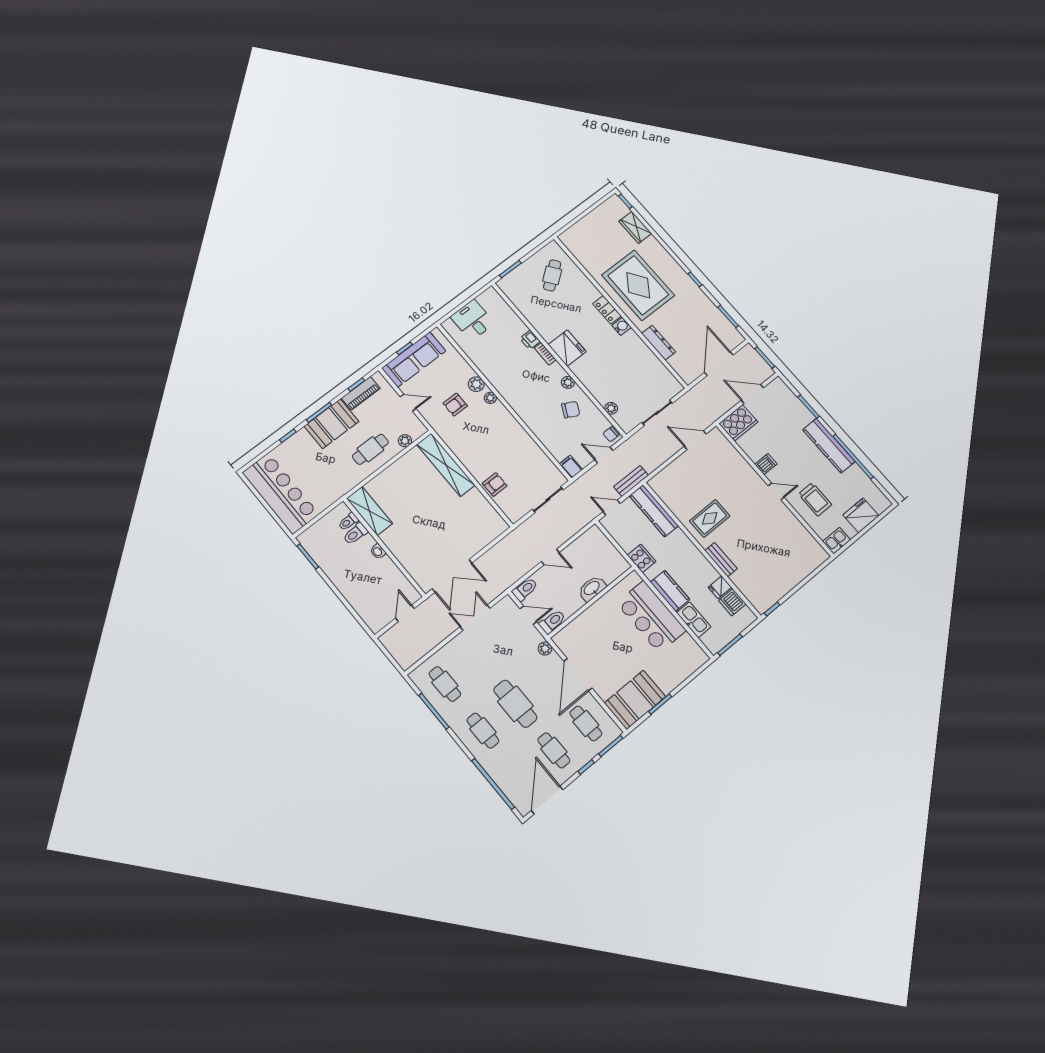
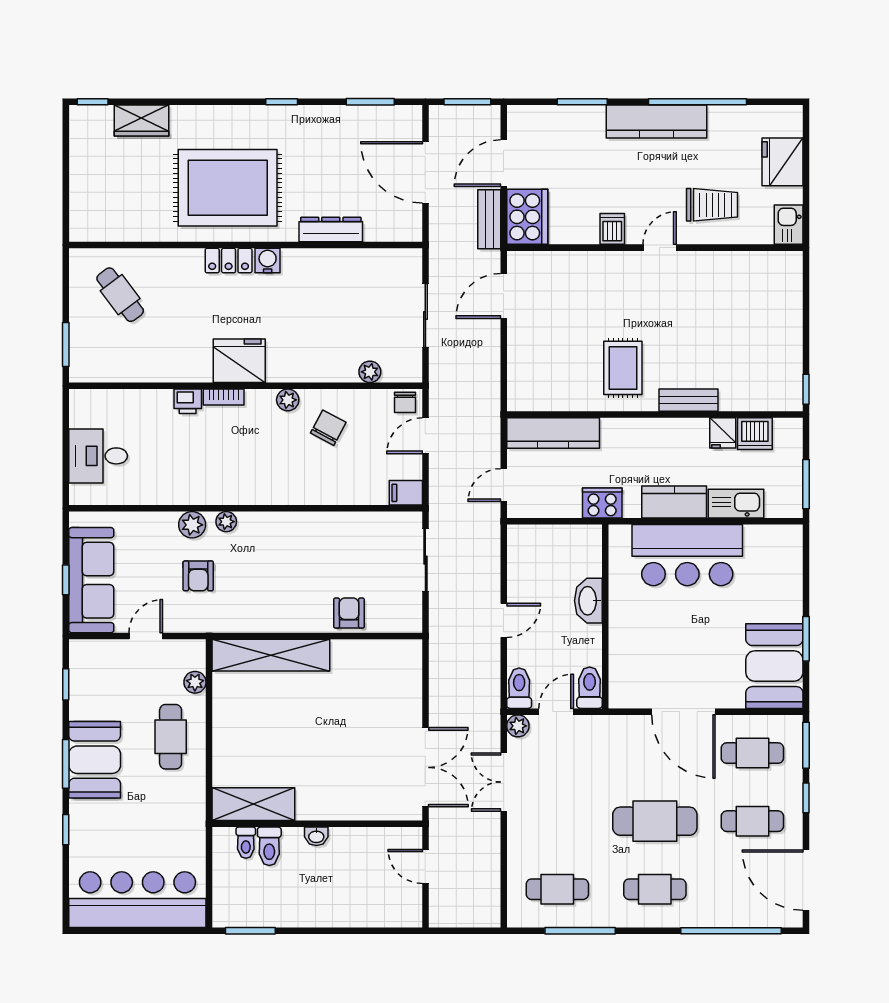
piano: (361, 393) -> (83, 688), removed
bench: (631, 481) -> (489, 219), moved
plant: (545, 649) -> (518, 726), moved

